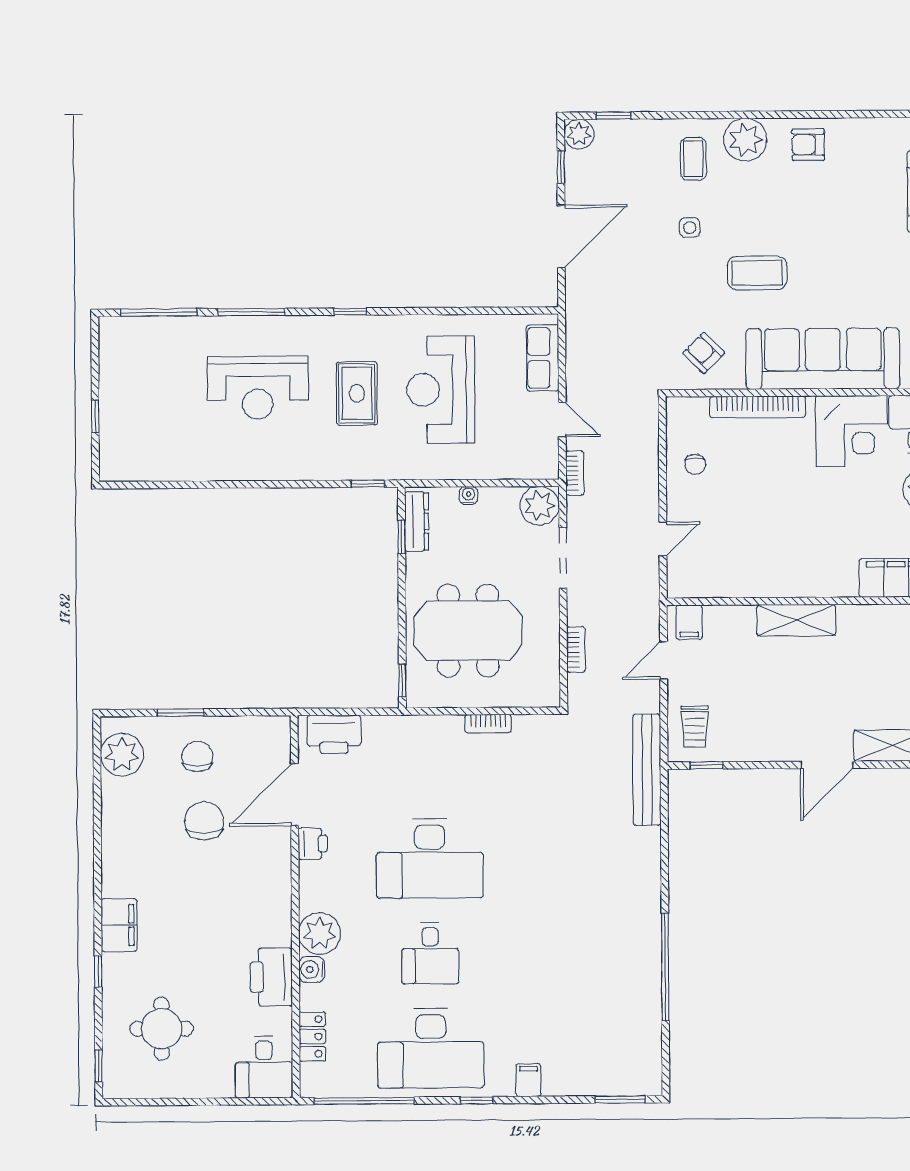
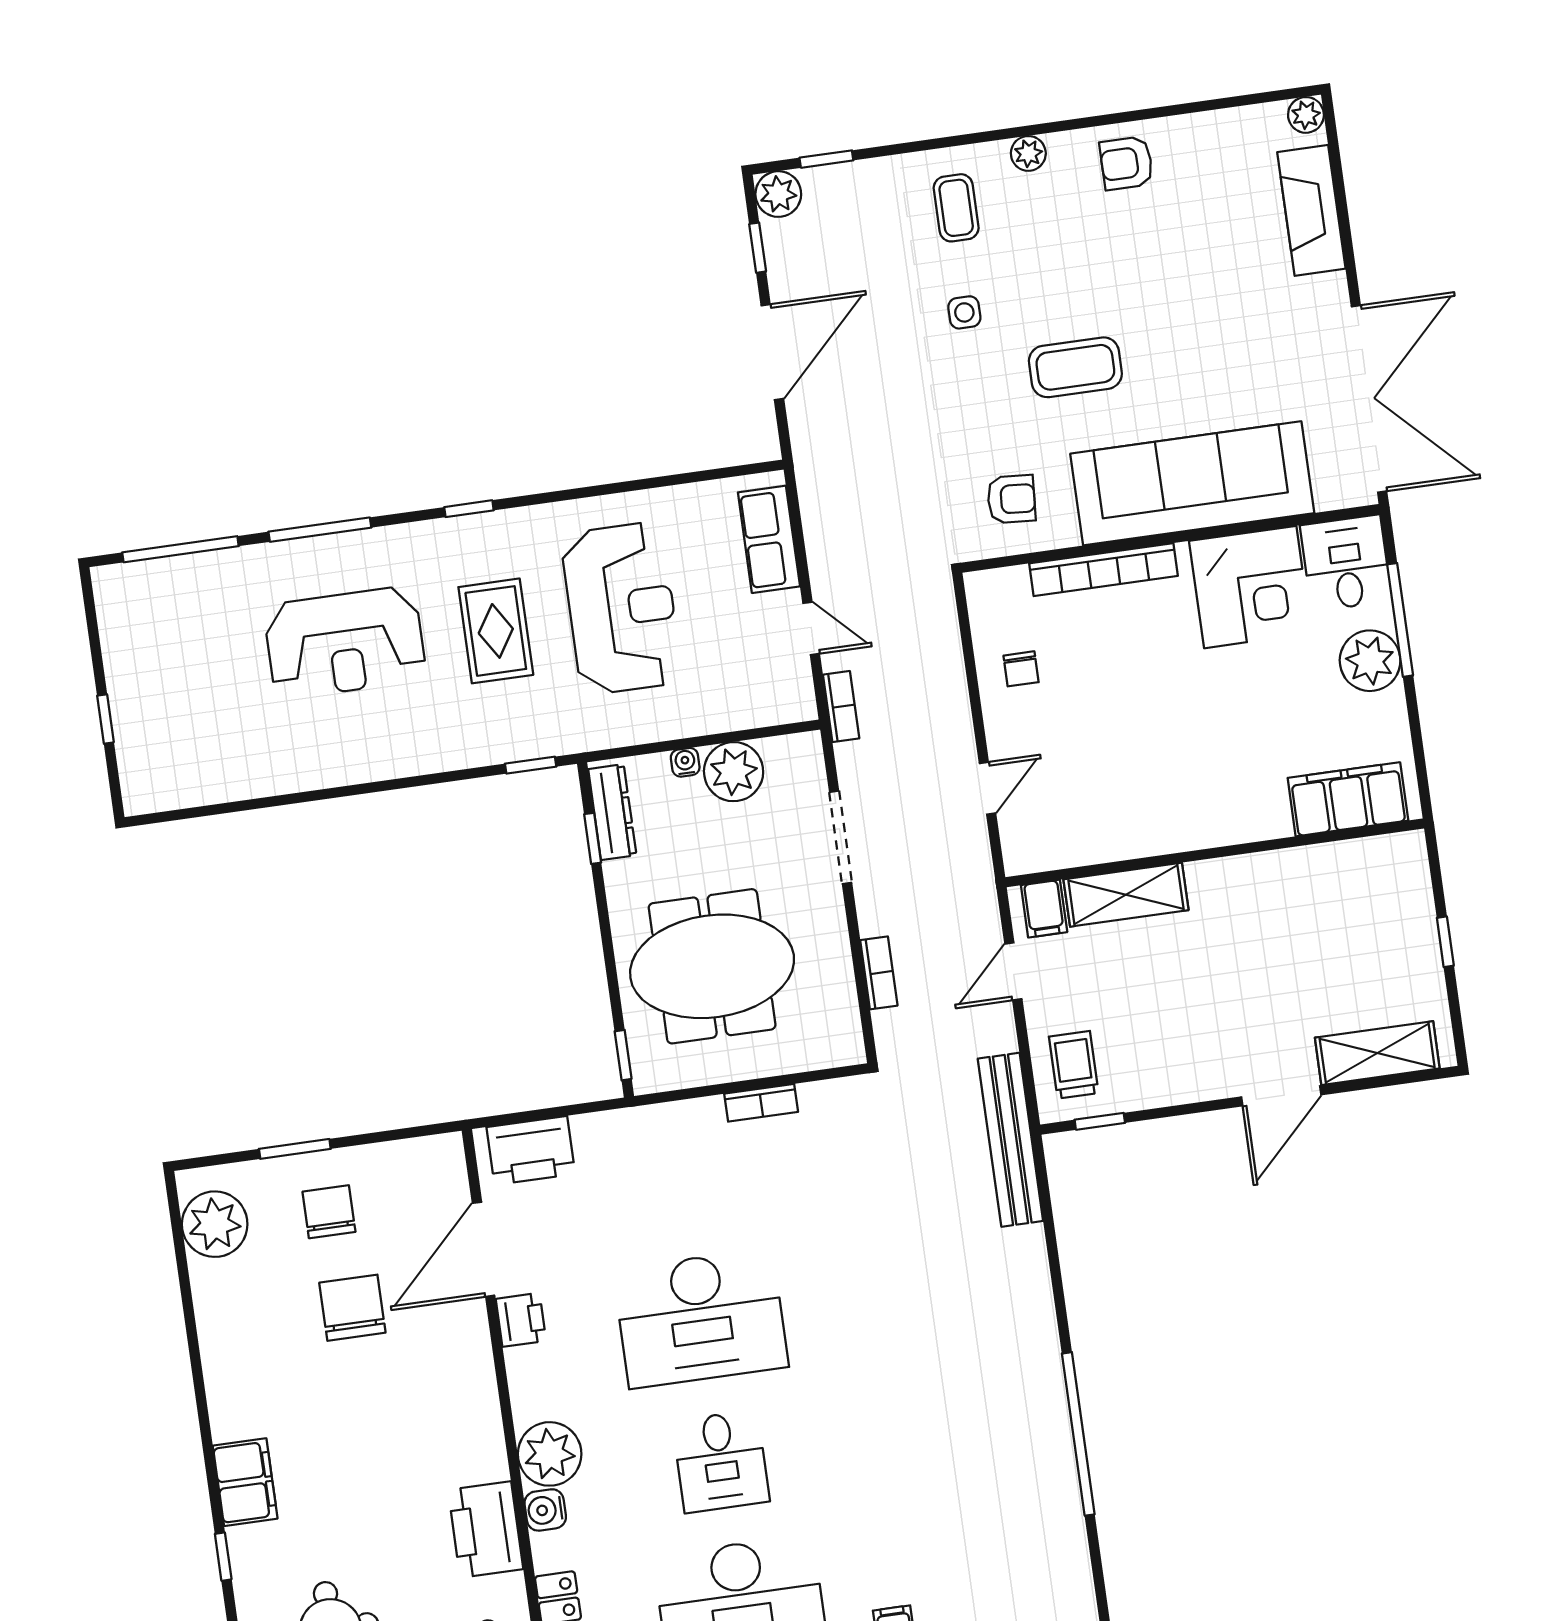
plant: (745, 140) -> (1028, 153), width x0.53, depth x0.53
armchair: (704, 353) -> (1011, 499), turned 139
reception desk: (441, 390) -> (621, 608), turned 180
plant: (539, 506) -> (734, 772), moved
shelving: (796, 620) -> (1126, 895), moved
trolley: (695, 726) -> (1074, 1065), turned 180

